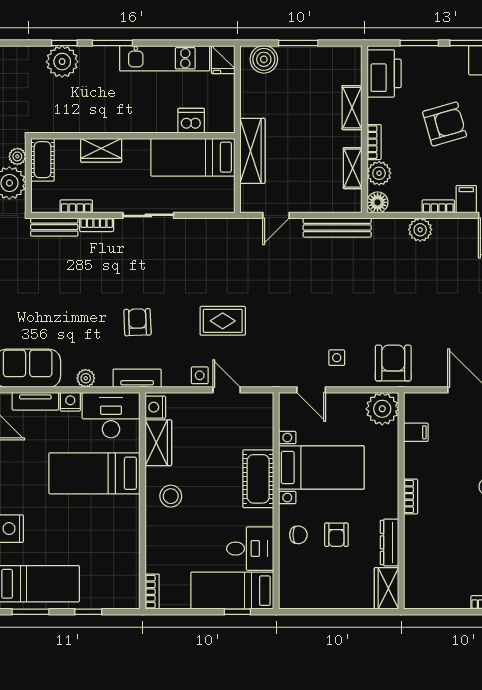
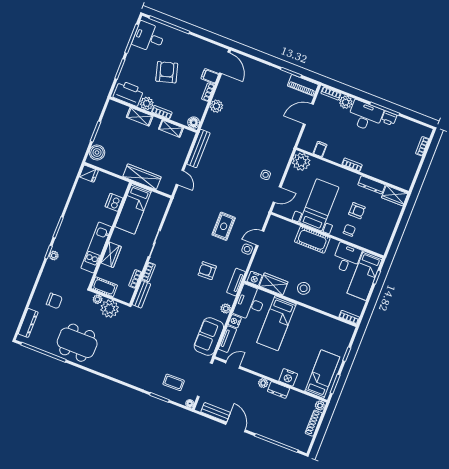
kitchen unit: (165, 58) -> (96, 247), moved, turned 180
plant: (62, 62) -> (54, 255), width x0.53, depth x0.53
plant: (379, 173) -> (147, 103), moved
armchair: (393, 363) -> (280, 147), removed

